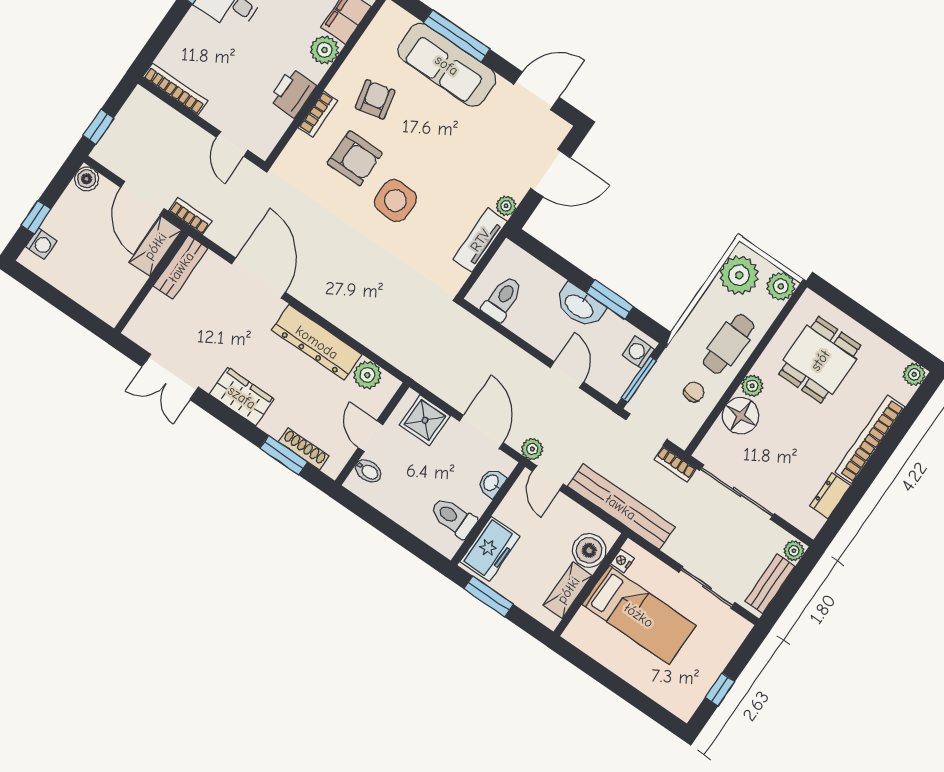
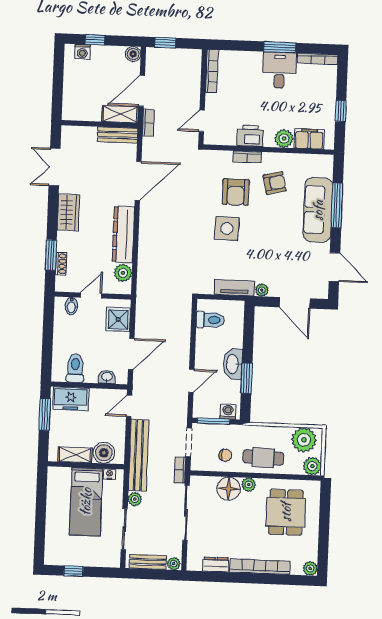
dining table: (820, 360) -> (286, 512), turned 90
shoe rack: (304, 449) -> (61, 264), width x0.70
plant: (532, 449) -> (135, 499), moved

